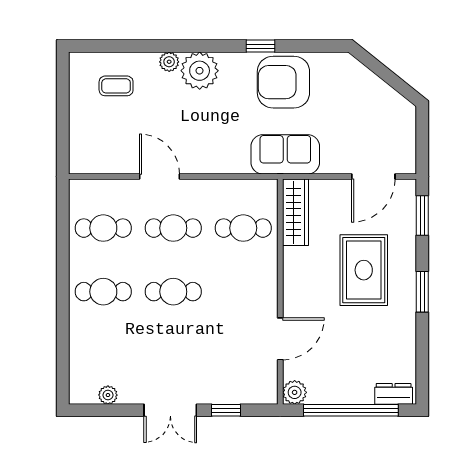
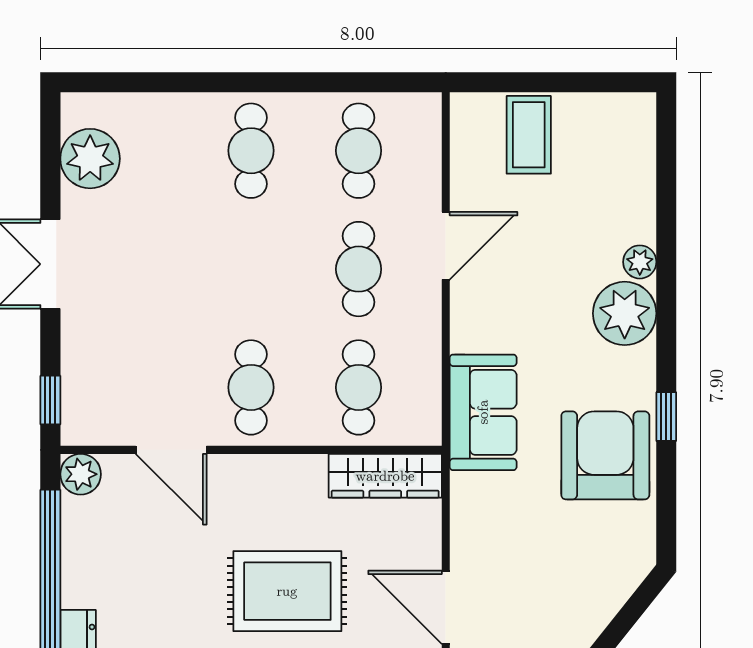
coffee table: (116, 86) -> (529, 135), moved, width x1.36, depth x1.30
sofa: (285, 154) -> (483, 412), moved
cafe table: (173, 292) -> (251, 387), moved
plant: (108, 395) -> (90, 159), width x1.88, depth x1.88
window: (226, 410) -> (50, 400), moved

